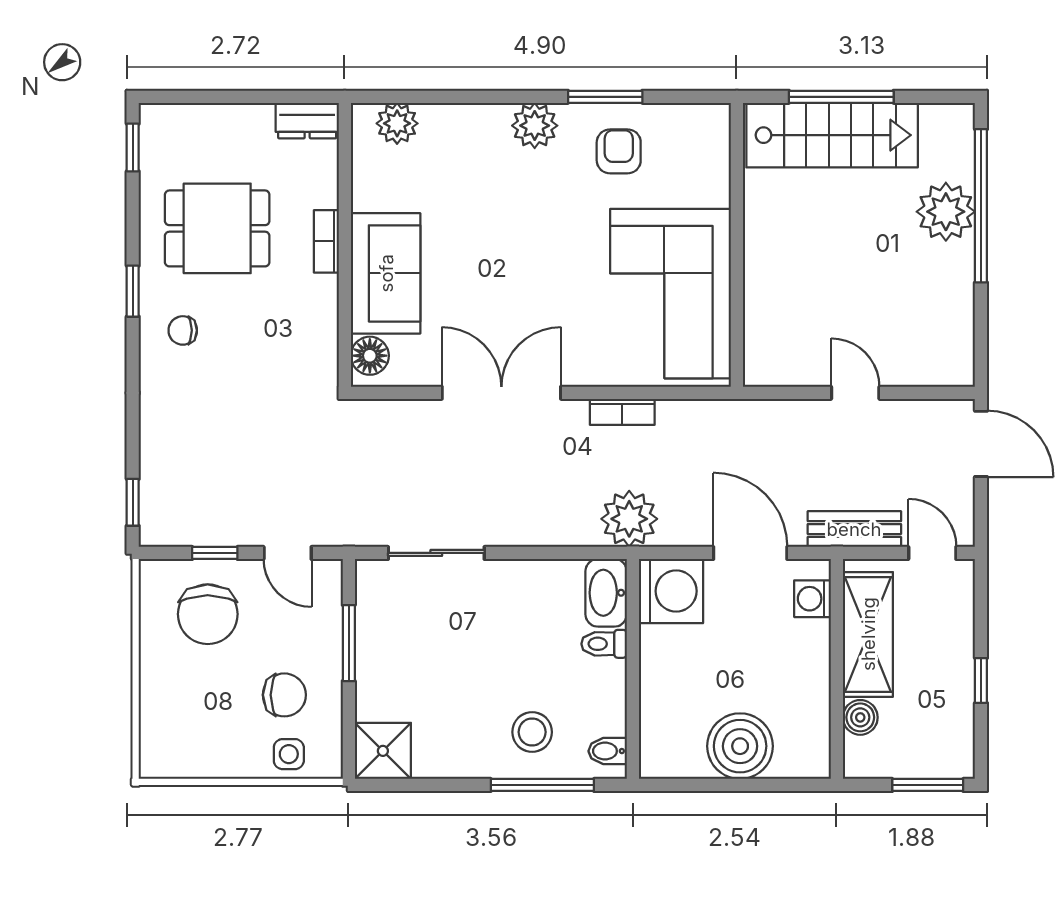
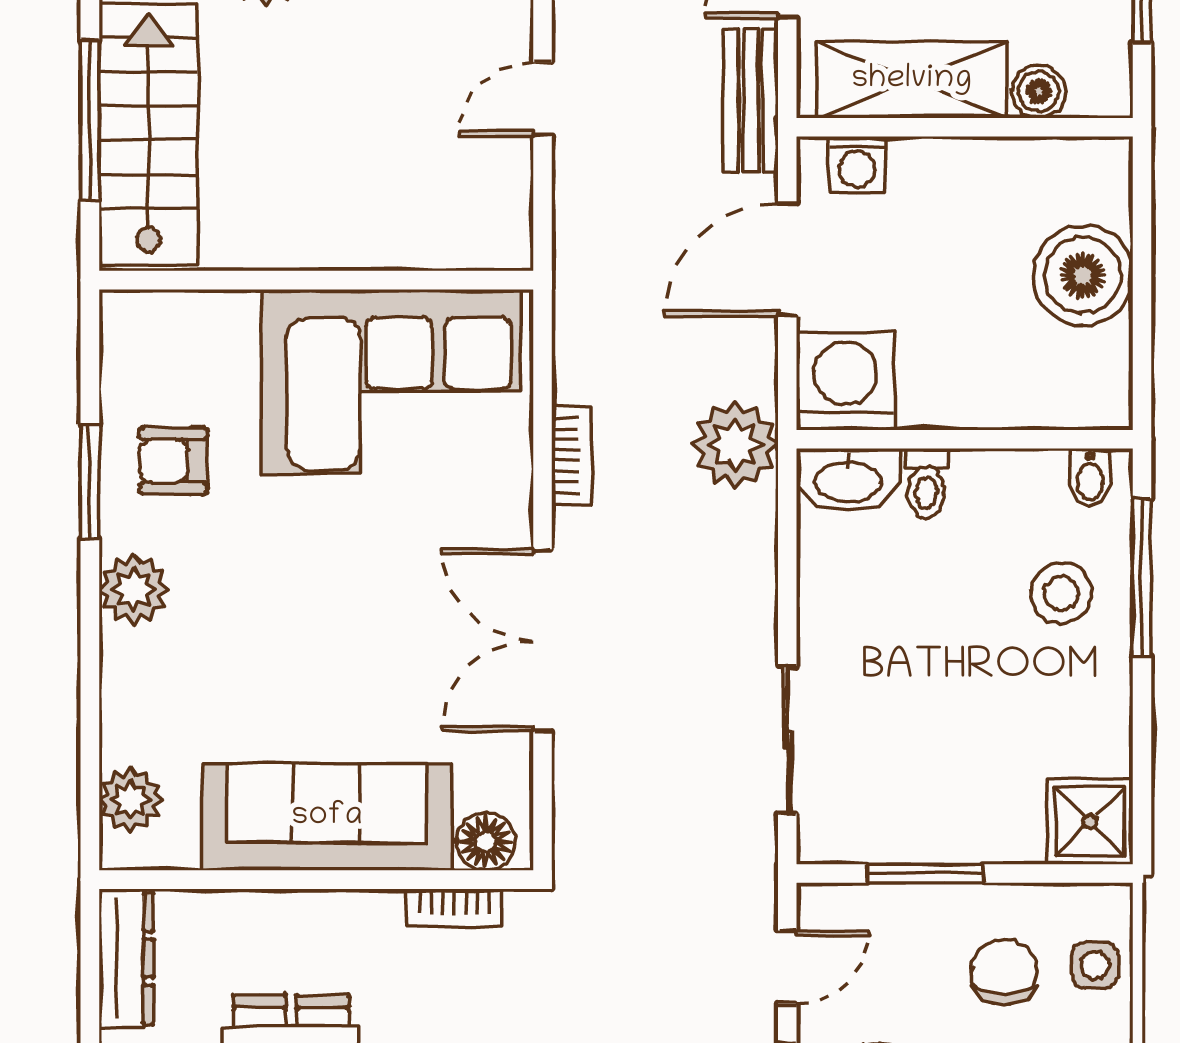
dresser: (307, 121) -> (126, 958), width x1.44
bookcase: (326, 241) -> (454, 908), moved
sofa: (386, 273) -> (327, 817), width x1.36

